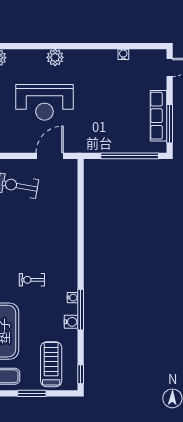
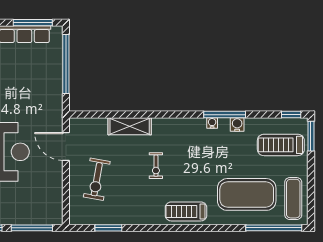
shelving: (69, 218) -> (130, 126), added
exercise bike: (32, 280) -> (156, 166), moved
window: (32, 393) -> (311, 136), moved

